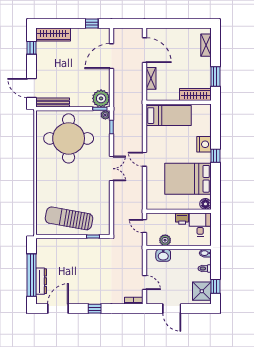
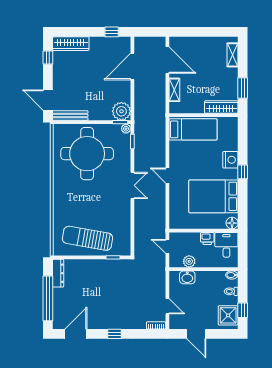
dresser: (41, 281) -> (58, 273), moved

